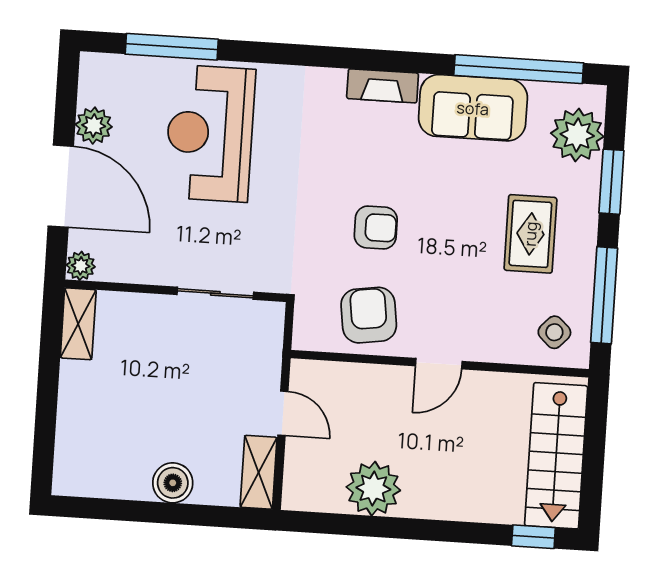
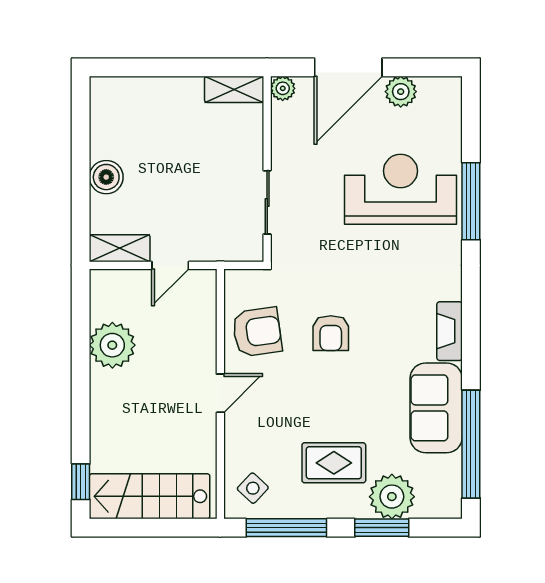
window: (172, 47) -> (471, 201), moved
plant: (577, 135) -> (392, 497), moved
door: (439, 364) -> (220, 393), swing flipped

